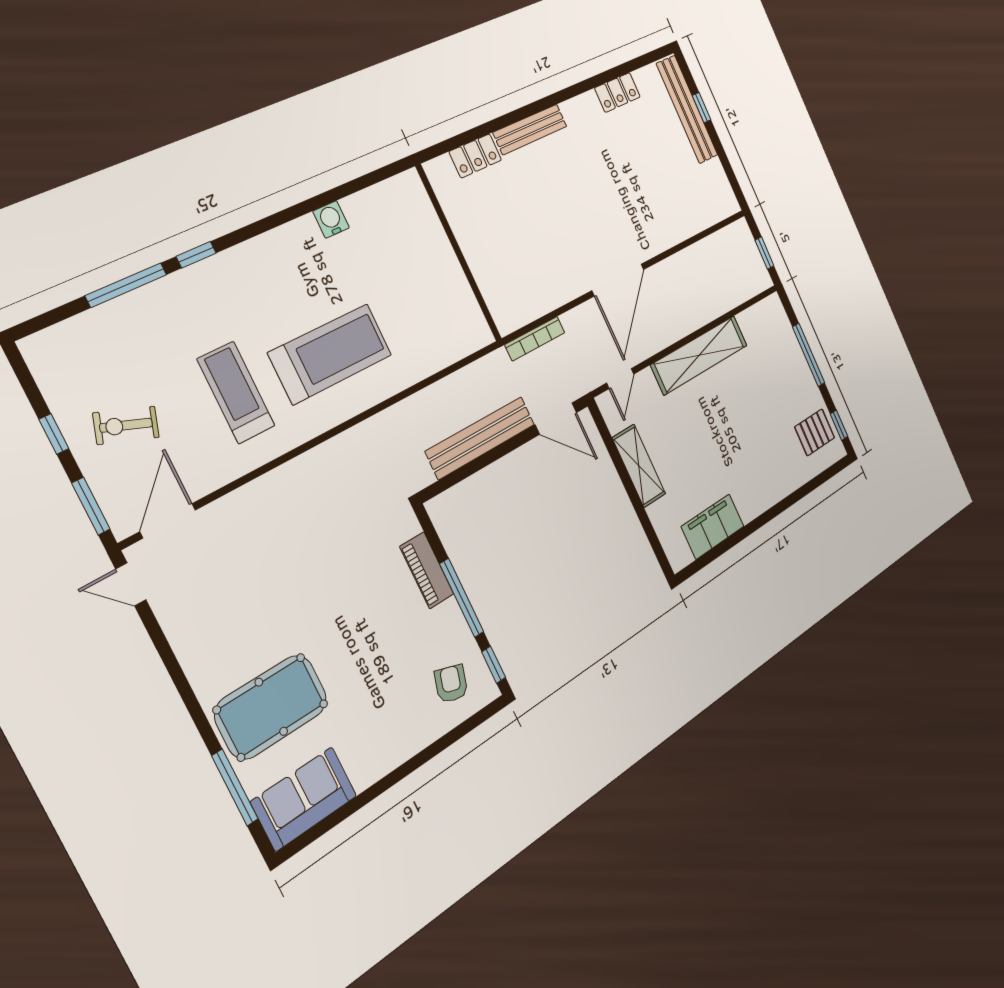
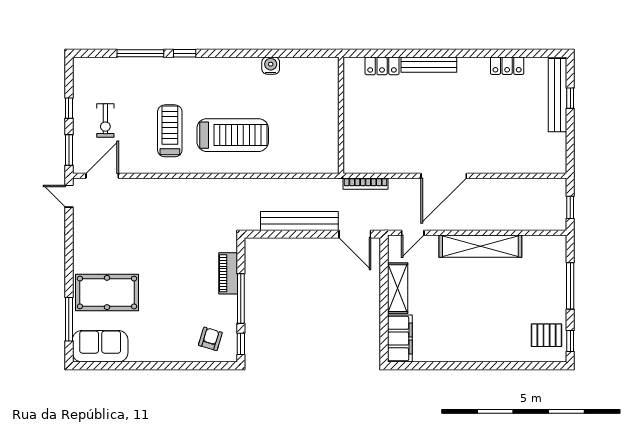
exercise bike: (126, 425) -> (105, 120), turned -109
filing cabinet: (713, 527) -> (400, 339), moved, turned 90

